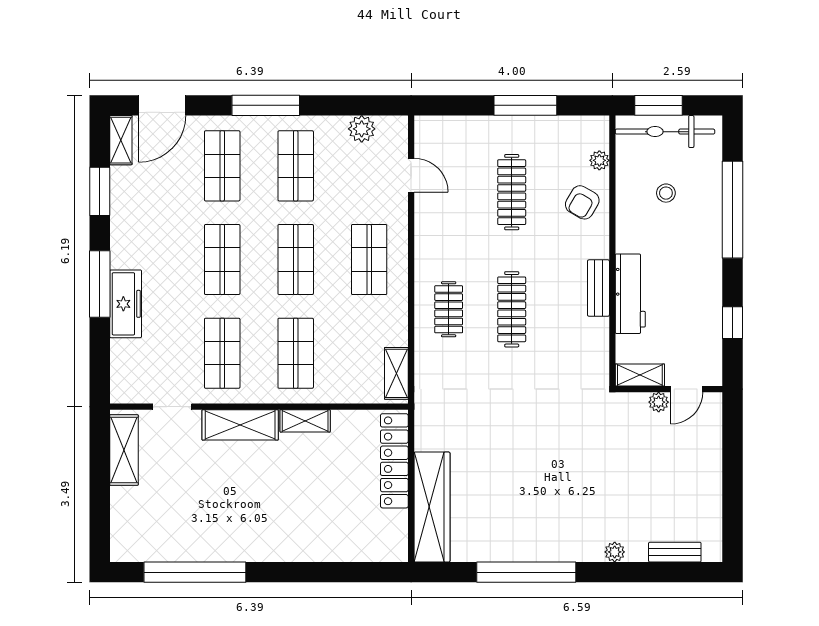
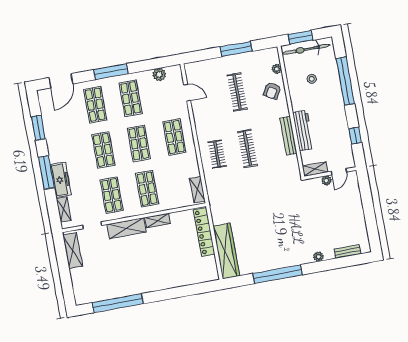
shelving: (121, 140) -> (64, 209), moved
bench: (598, 288) -> (288, 136), width x1.36

